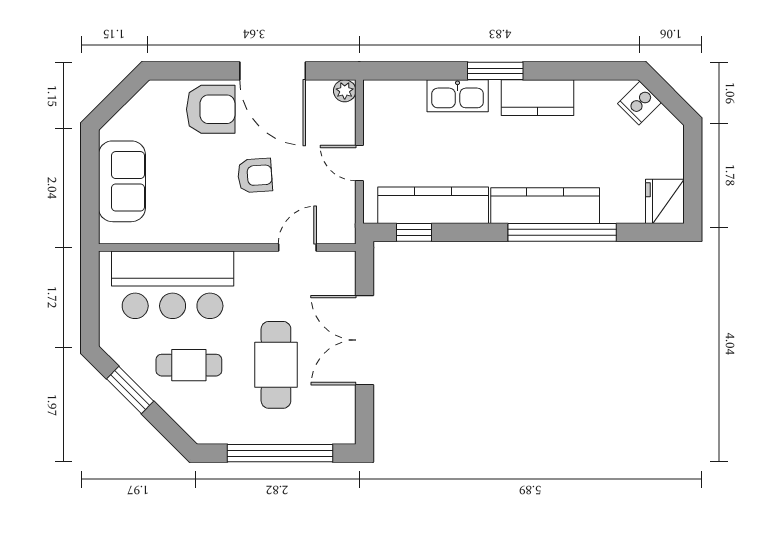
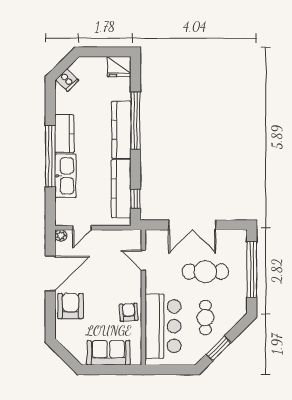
window: (495, 71) -> (50, 156), width x2.11
kitchen sink: (458, 96) -> (65, 176), width x1.36, depth x1.24
door: (359, 163) -> (82, 228), moved
armchair: (255, 175) -> (129, 312), moved

